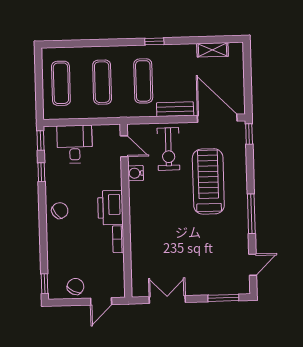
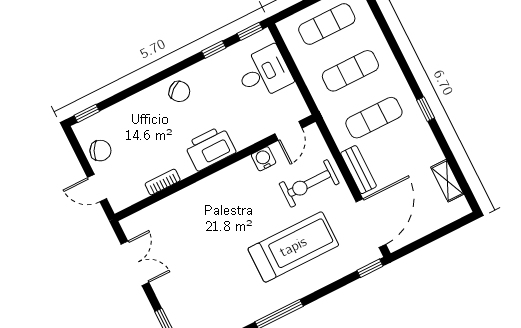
bookcase: (118, 239) -> (163, 182), moved

